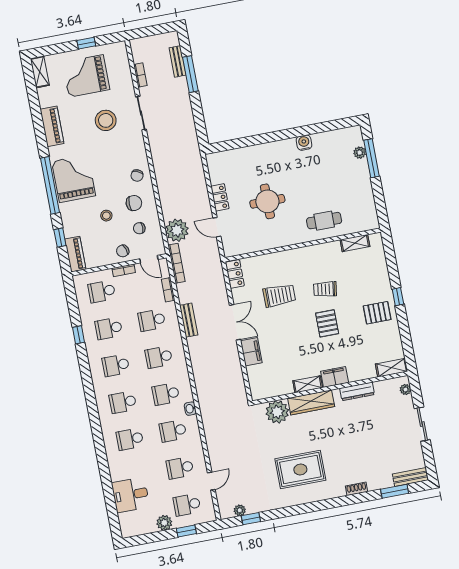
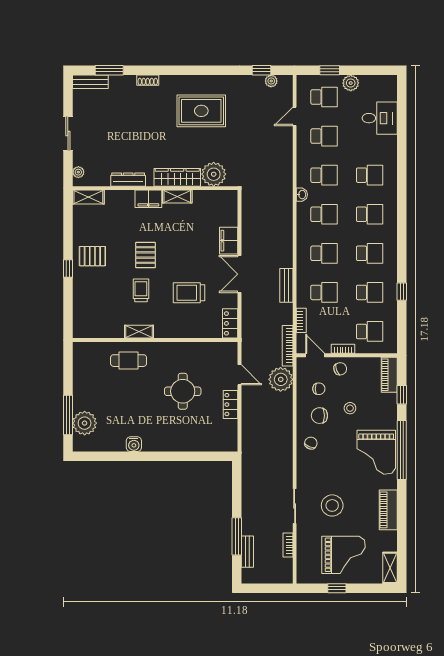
plant: (360, 153) -> (85, 423), width x1.88, depth x1.88
shelving: (355, 243) -> (139, 332), moved
trolley: (325, 289) -> (141, 290), turned -98

